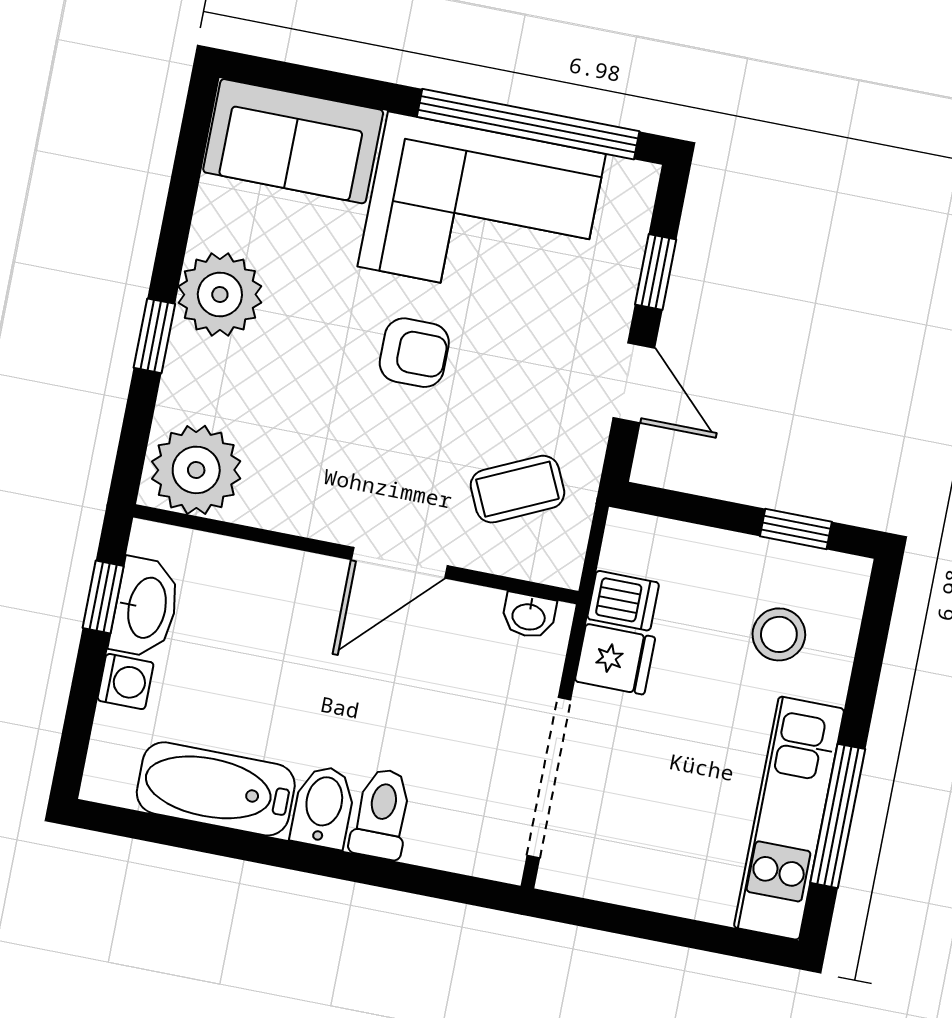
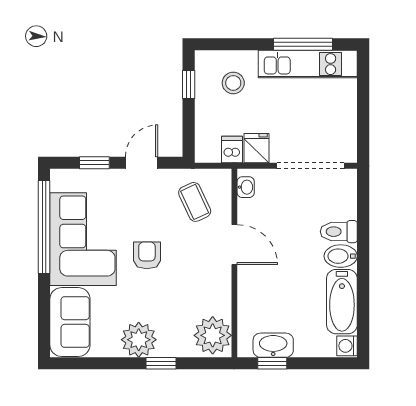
washing machine: (126, 682) -> (347, 346), moved, turned -90

